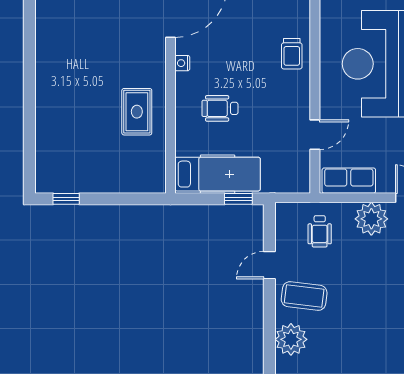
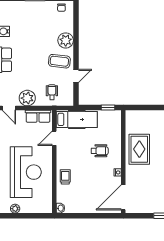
rug: (137, 112) -> (139, 149), width x1.36, depth x1.43
hospital bed: (218, 174) -> (77, 119), moved, turned 180
window: (238, 199) -> (108, 108), moved

